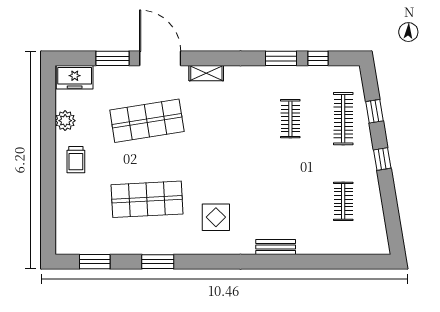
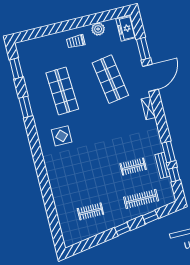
bench: (276, 247) -> (162, 165), moved

